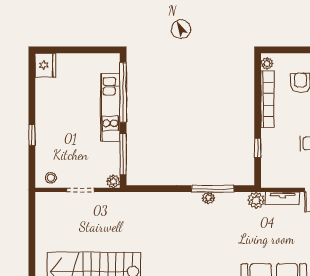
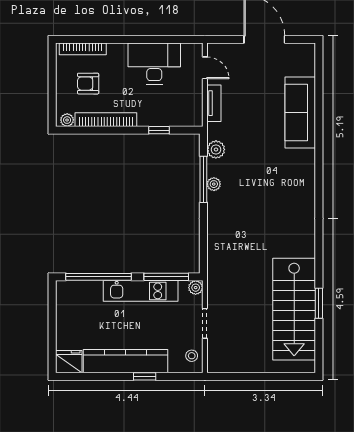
kitchen unit: (110, 107) -> (141, 291), moved
kitchen counter: (46, 117) -> (126, 361), added
plant: (256, 200) -> (216, 149), moved

